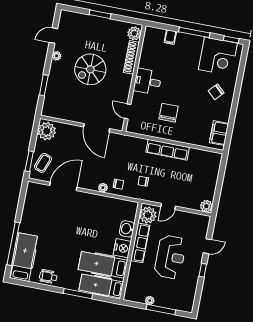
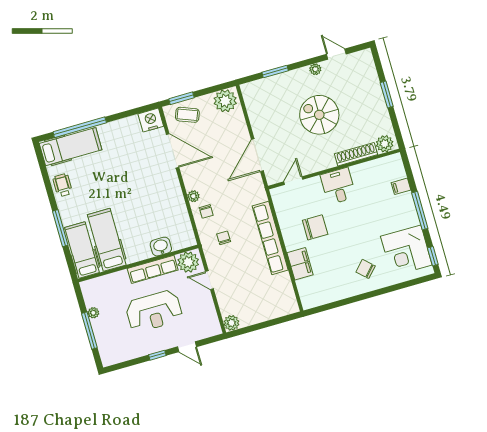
filing cabinet: (219, 133) -> (300, 264), moved, turned 90
row of seats: (168, 150) -> (270, 238), width x1.36
nightstand: (122, 248) -> (151, 120), moved, turned 180

